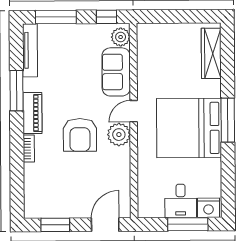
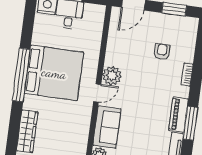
piano: (32, 113) -> (178, 115), moved
window: (228, 120) -> (21, 75), width x1.46
armchair: (80, 135) -> (162, 52), moved, width x0.53, depth x0.53

